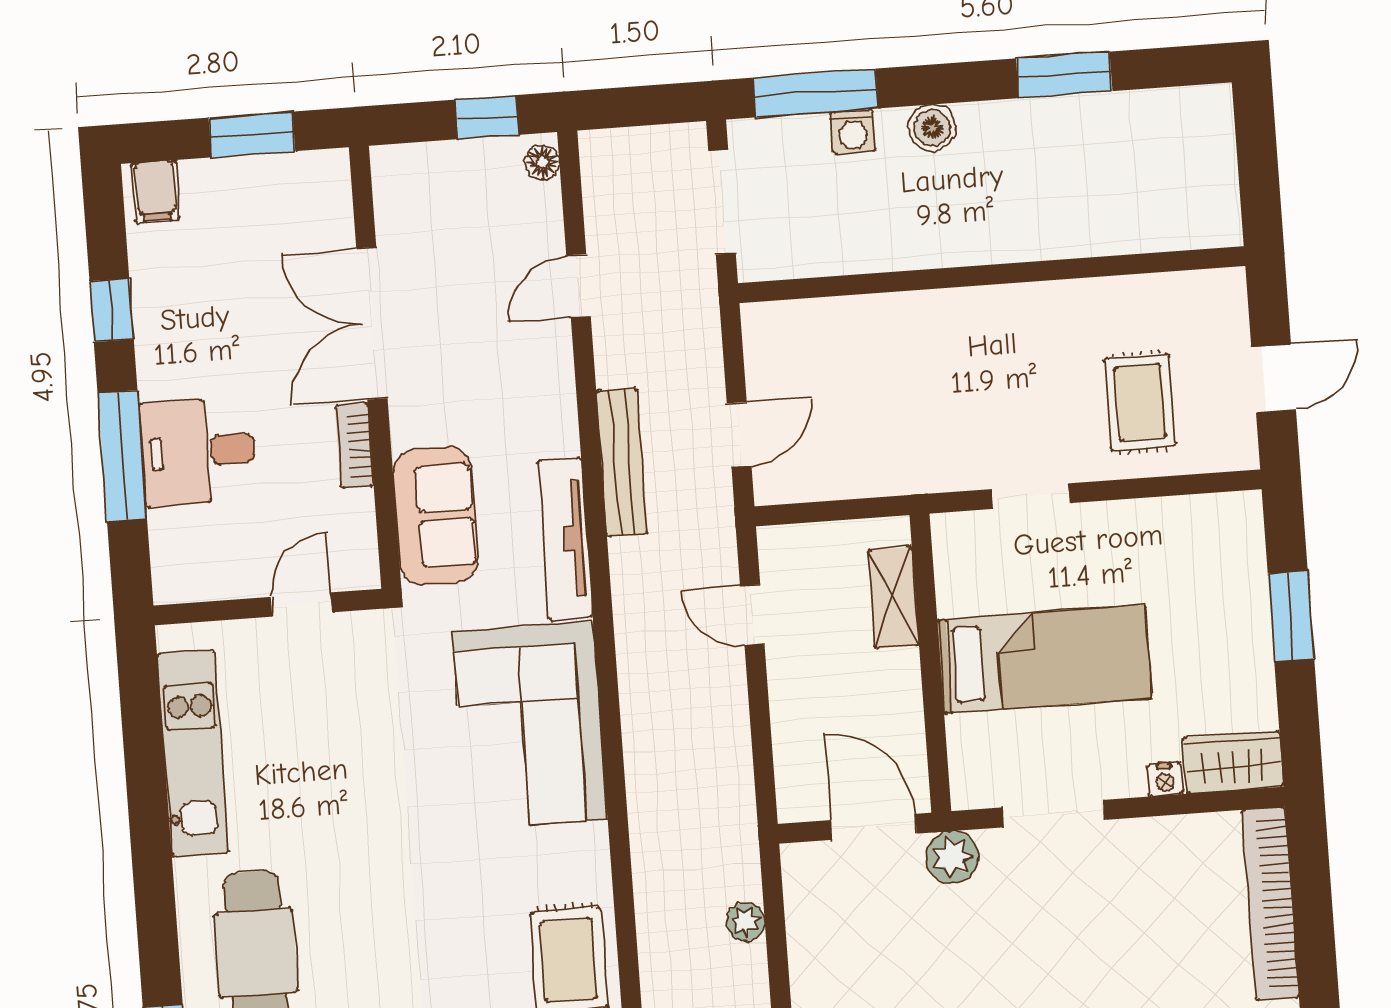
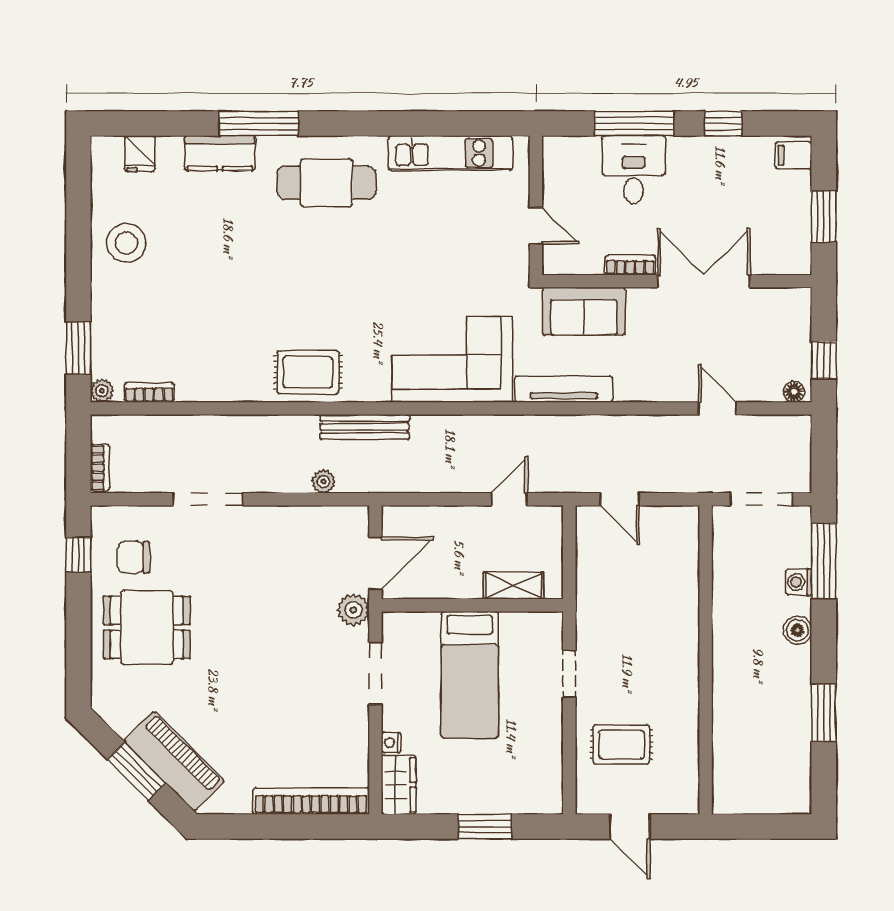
bench: (622, 462) -> (365, 427), moved

